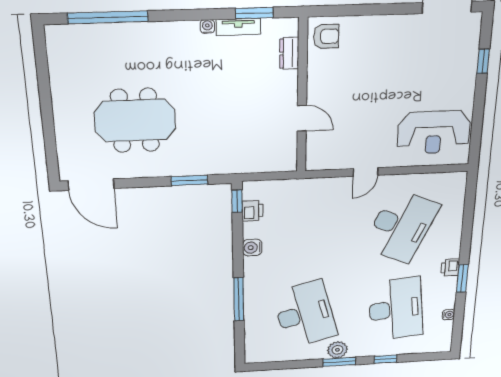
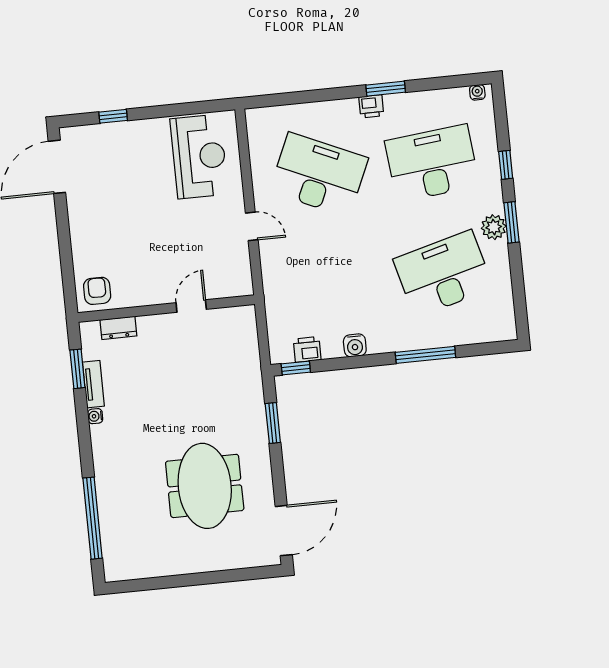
water cooler: (448, 315) -> (477, 92), moved

